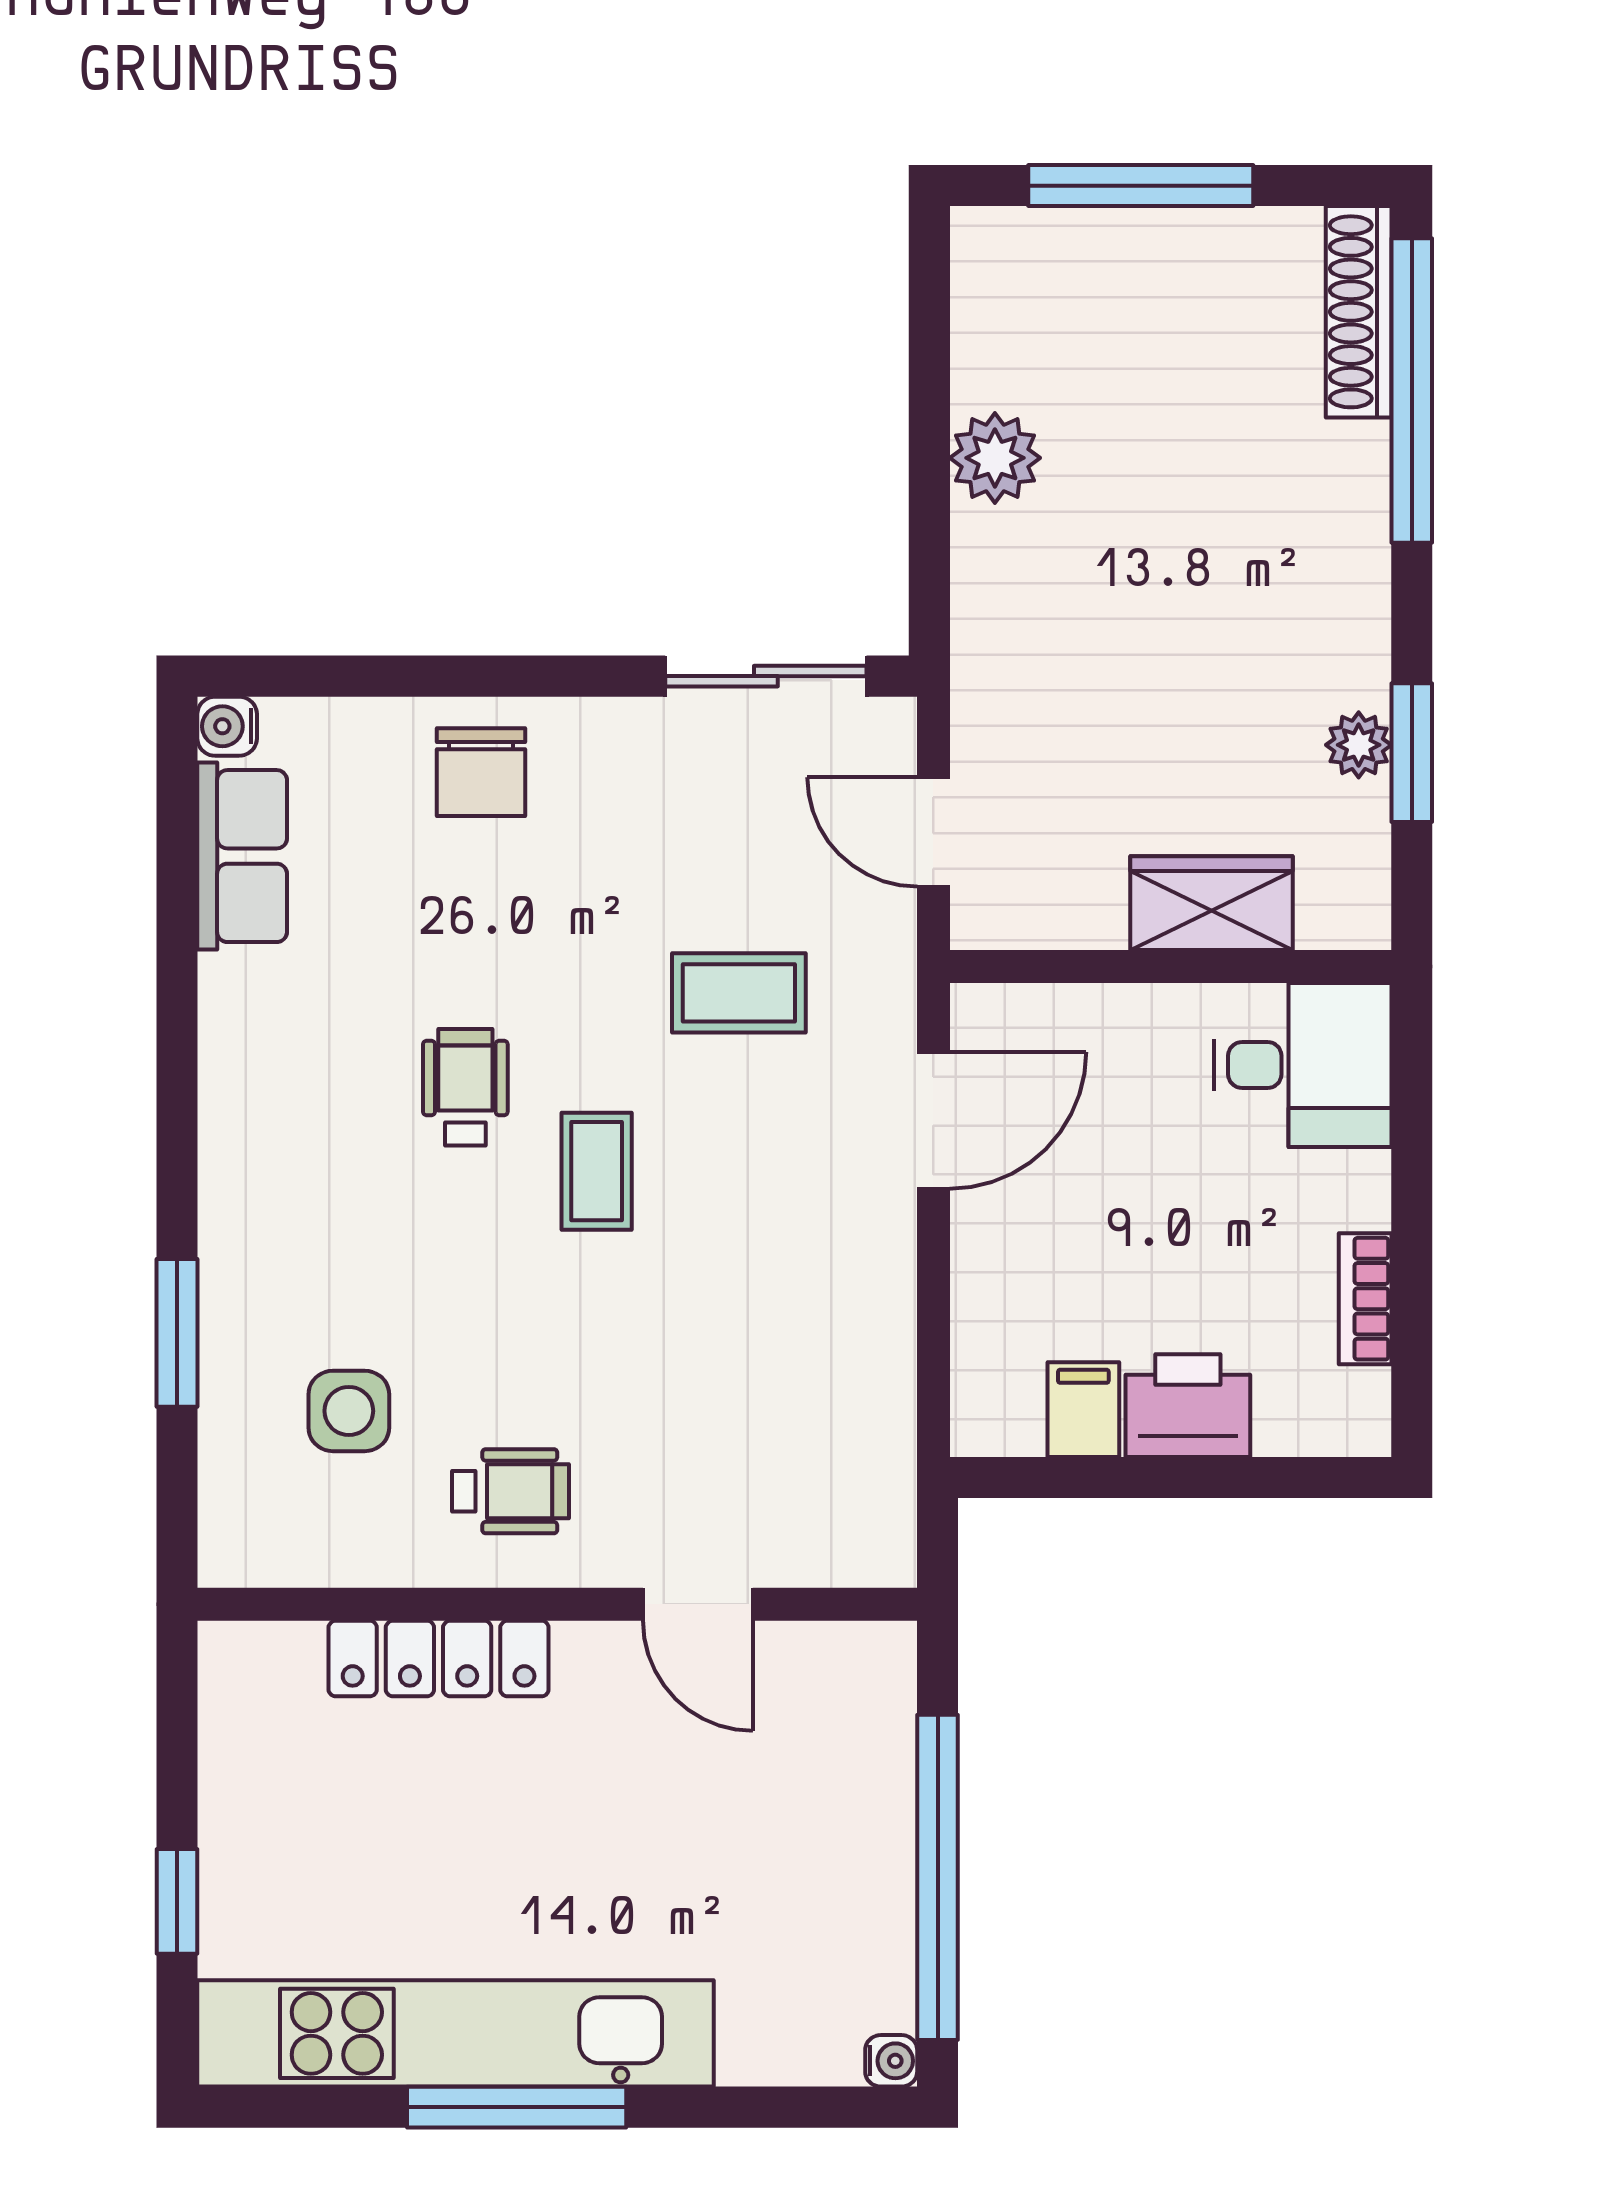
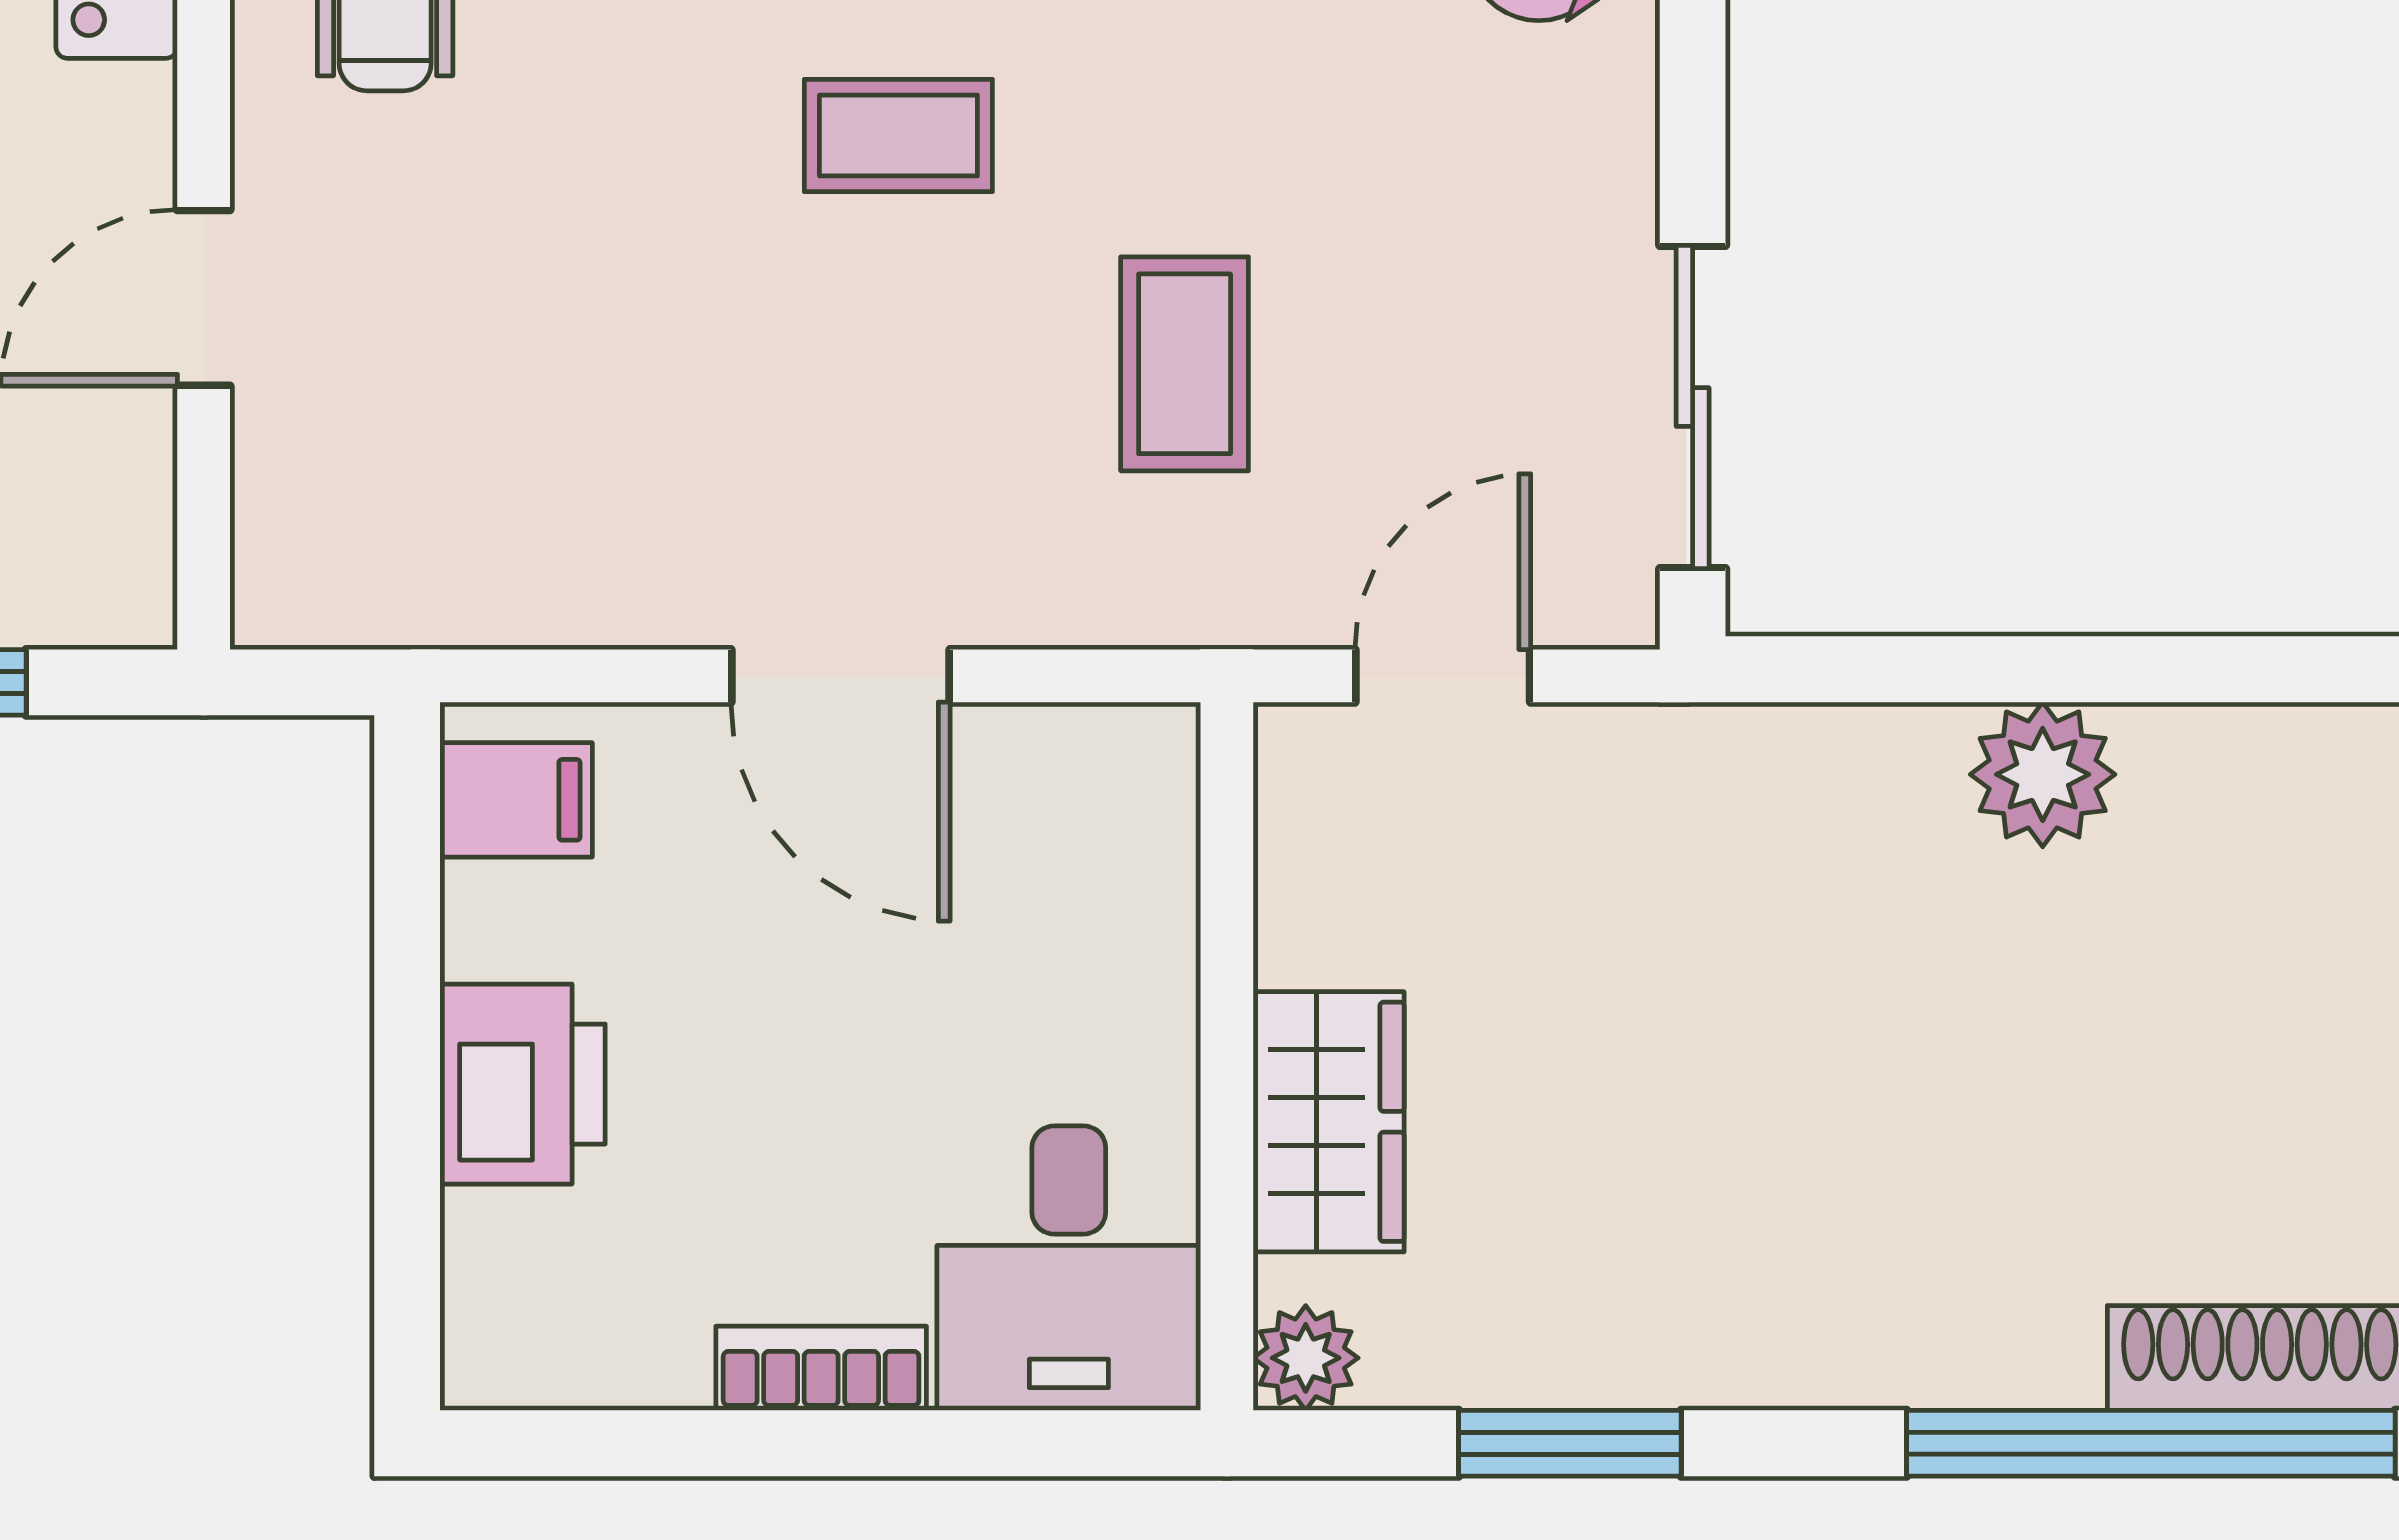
plant: (1359, 745) -> (1306, 1358), moved
door: (933, 1120) -> (841, 676), moved
bookcase: (1365, 1299) -> (821, 1368), moved
filing cabinet: (1083, 1410) -> (516, 800), moved

